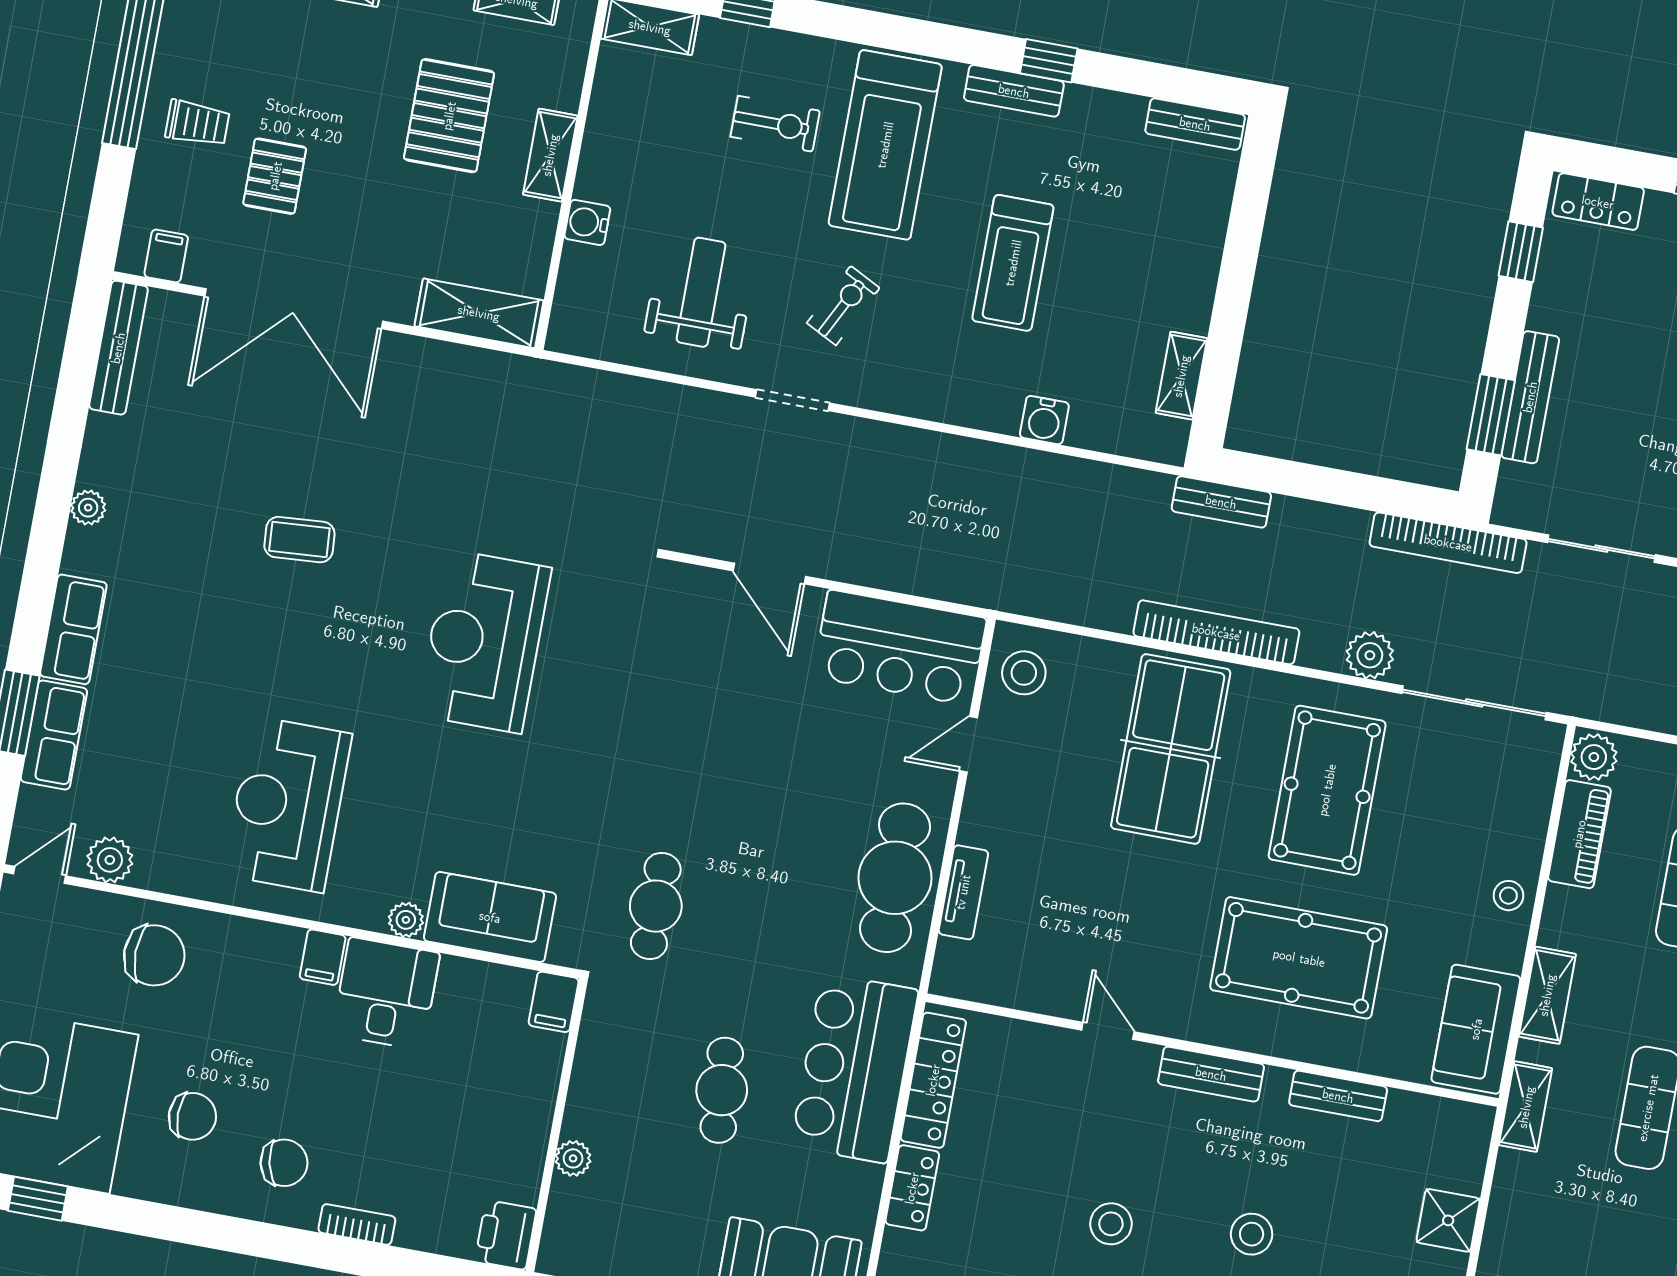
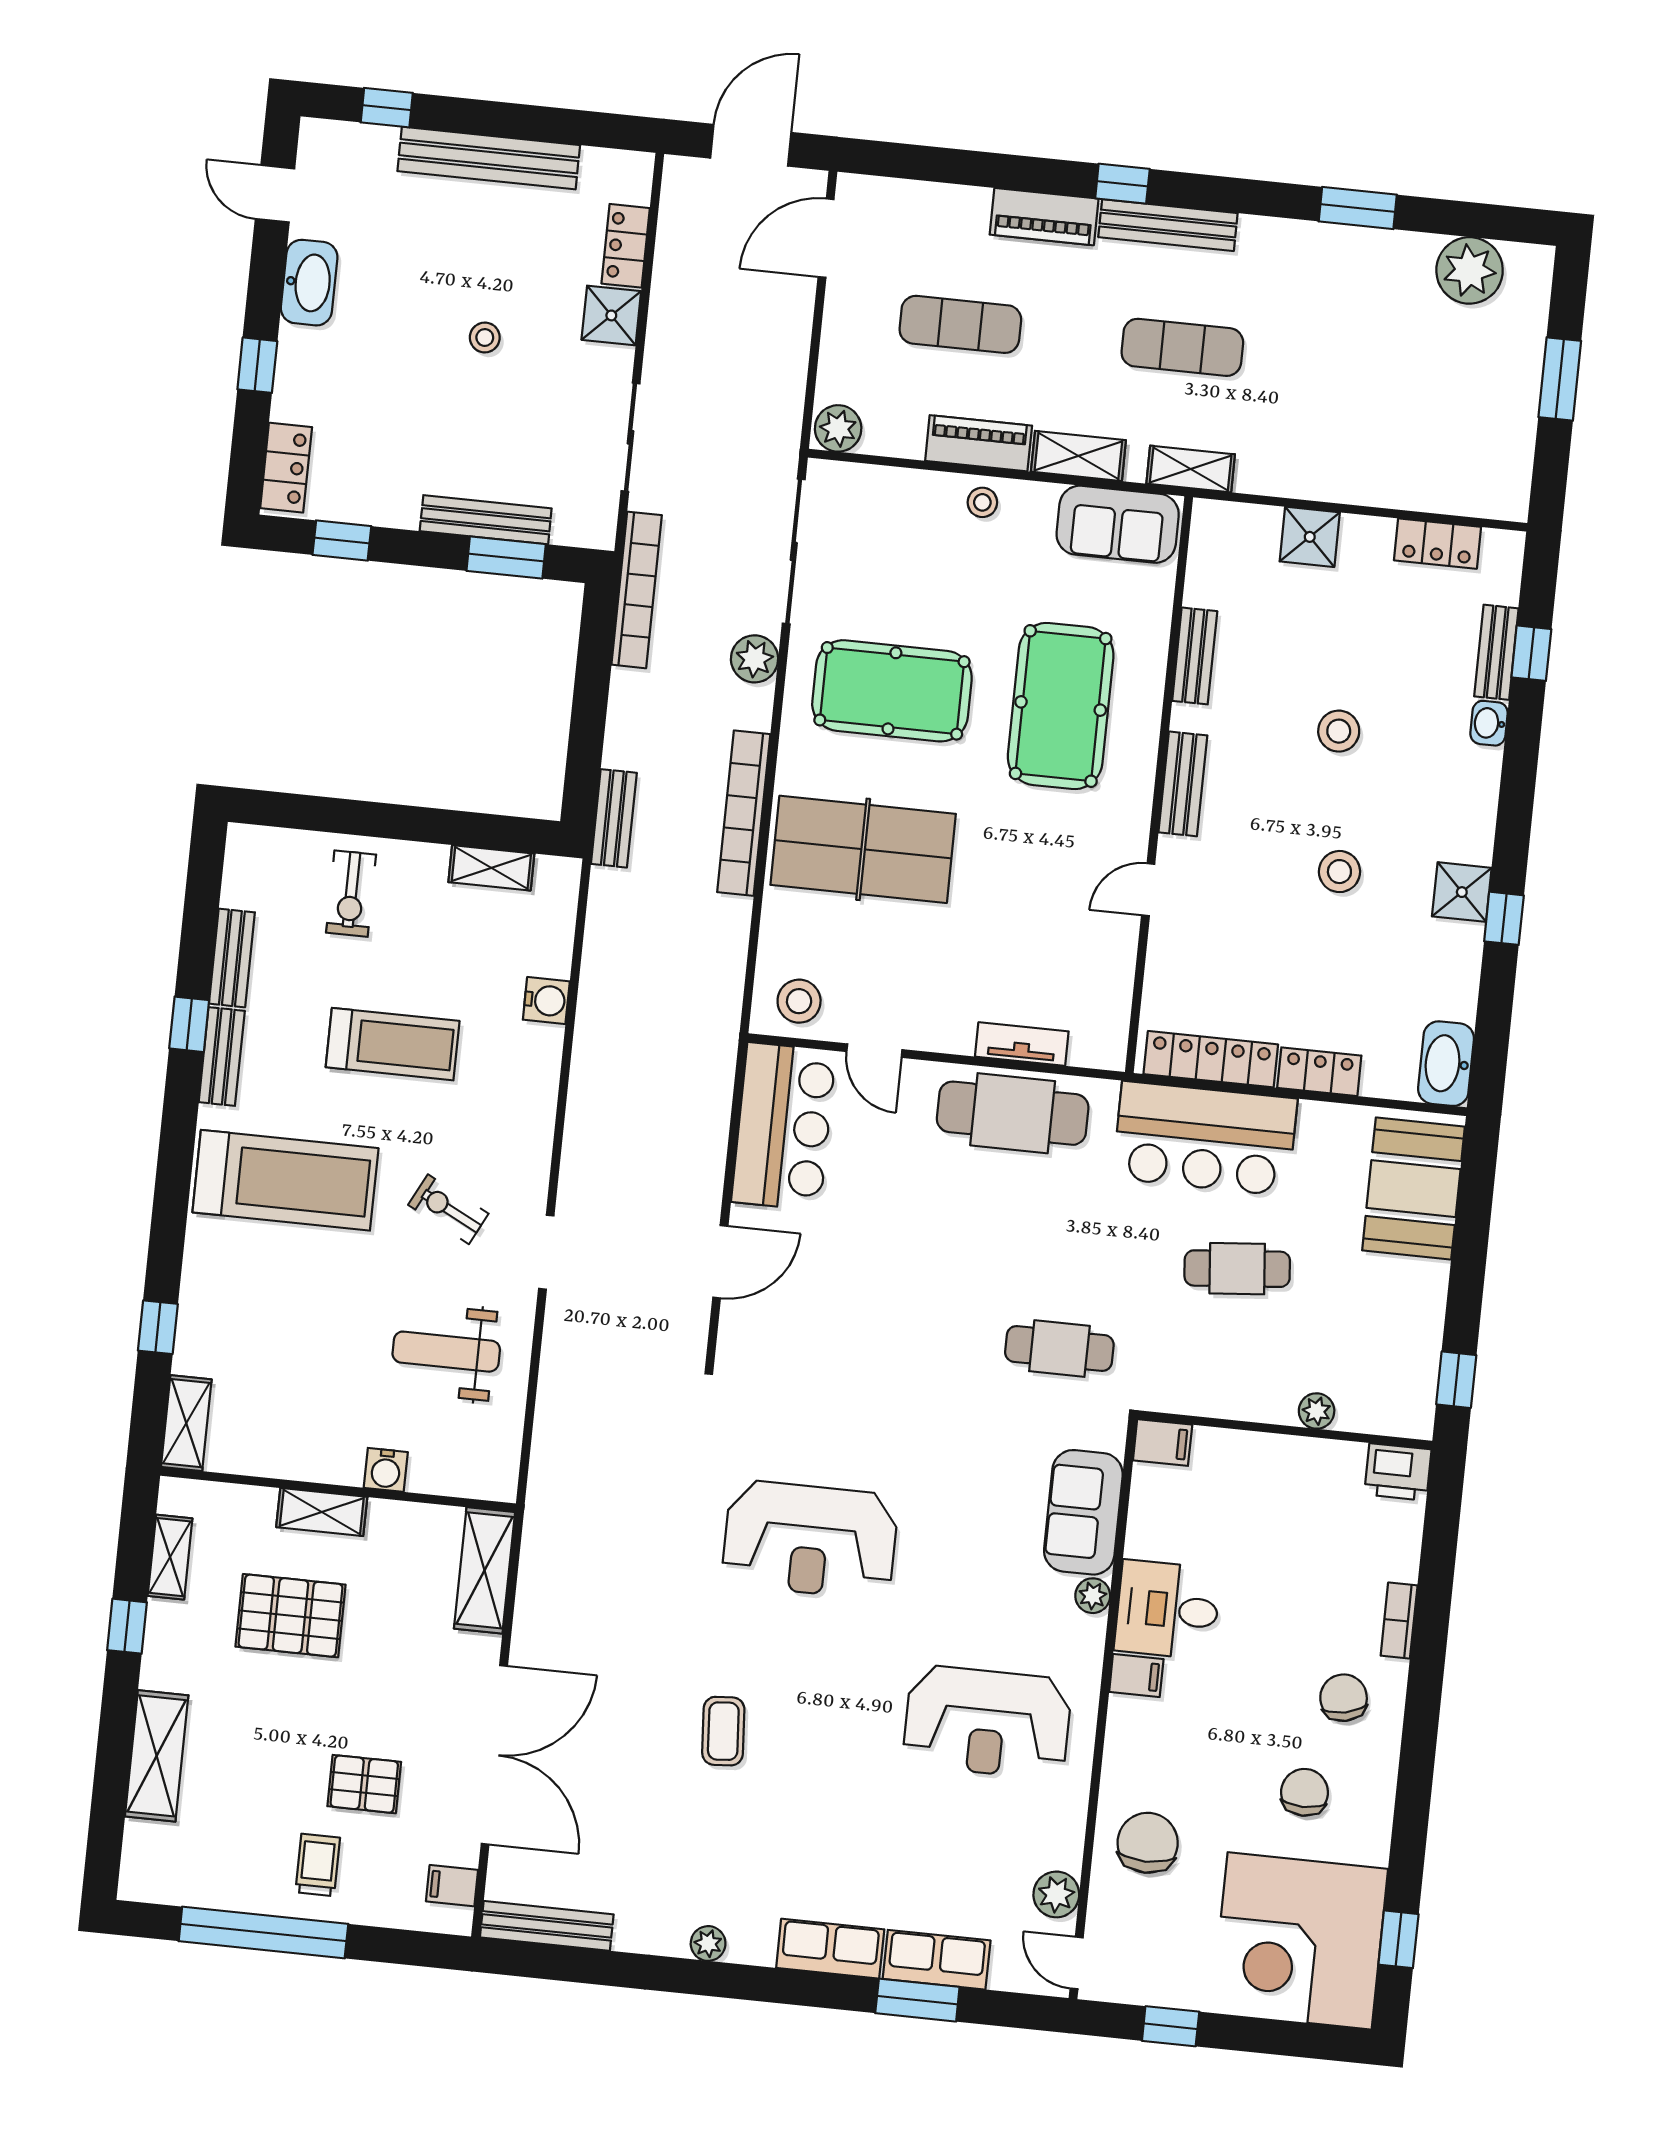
exercise bike: (775, 124) -> (351, 894), moved, turned 180
bench: (1195, 124) -> (232, 958), moved
piano: (1579, 834) -> (979, 443), moved

